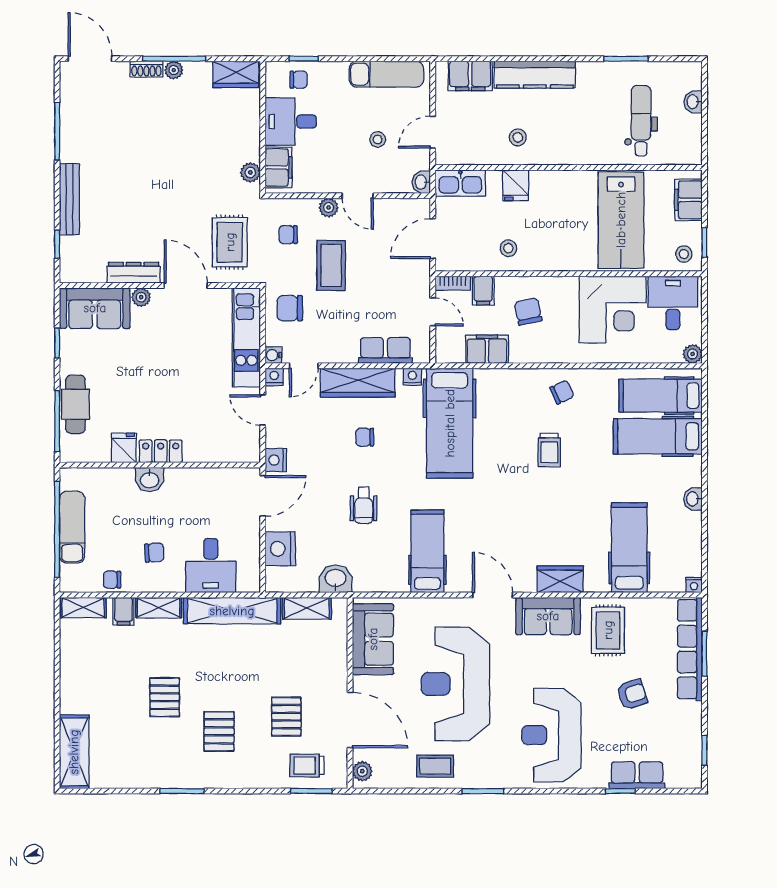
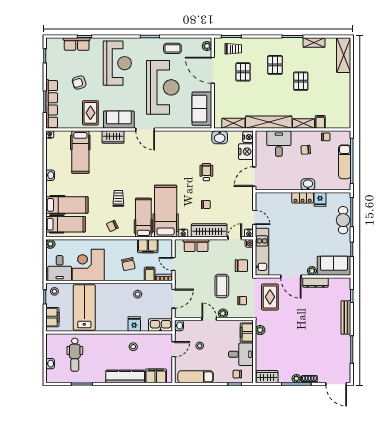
nightstand: (276, 460) -> (248, 137), moved
hospital bed: (427, 551) -> (143, 218), moved, turned 180
shelving: (83, 608) -> (314, 43), moved

